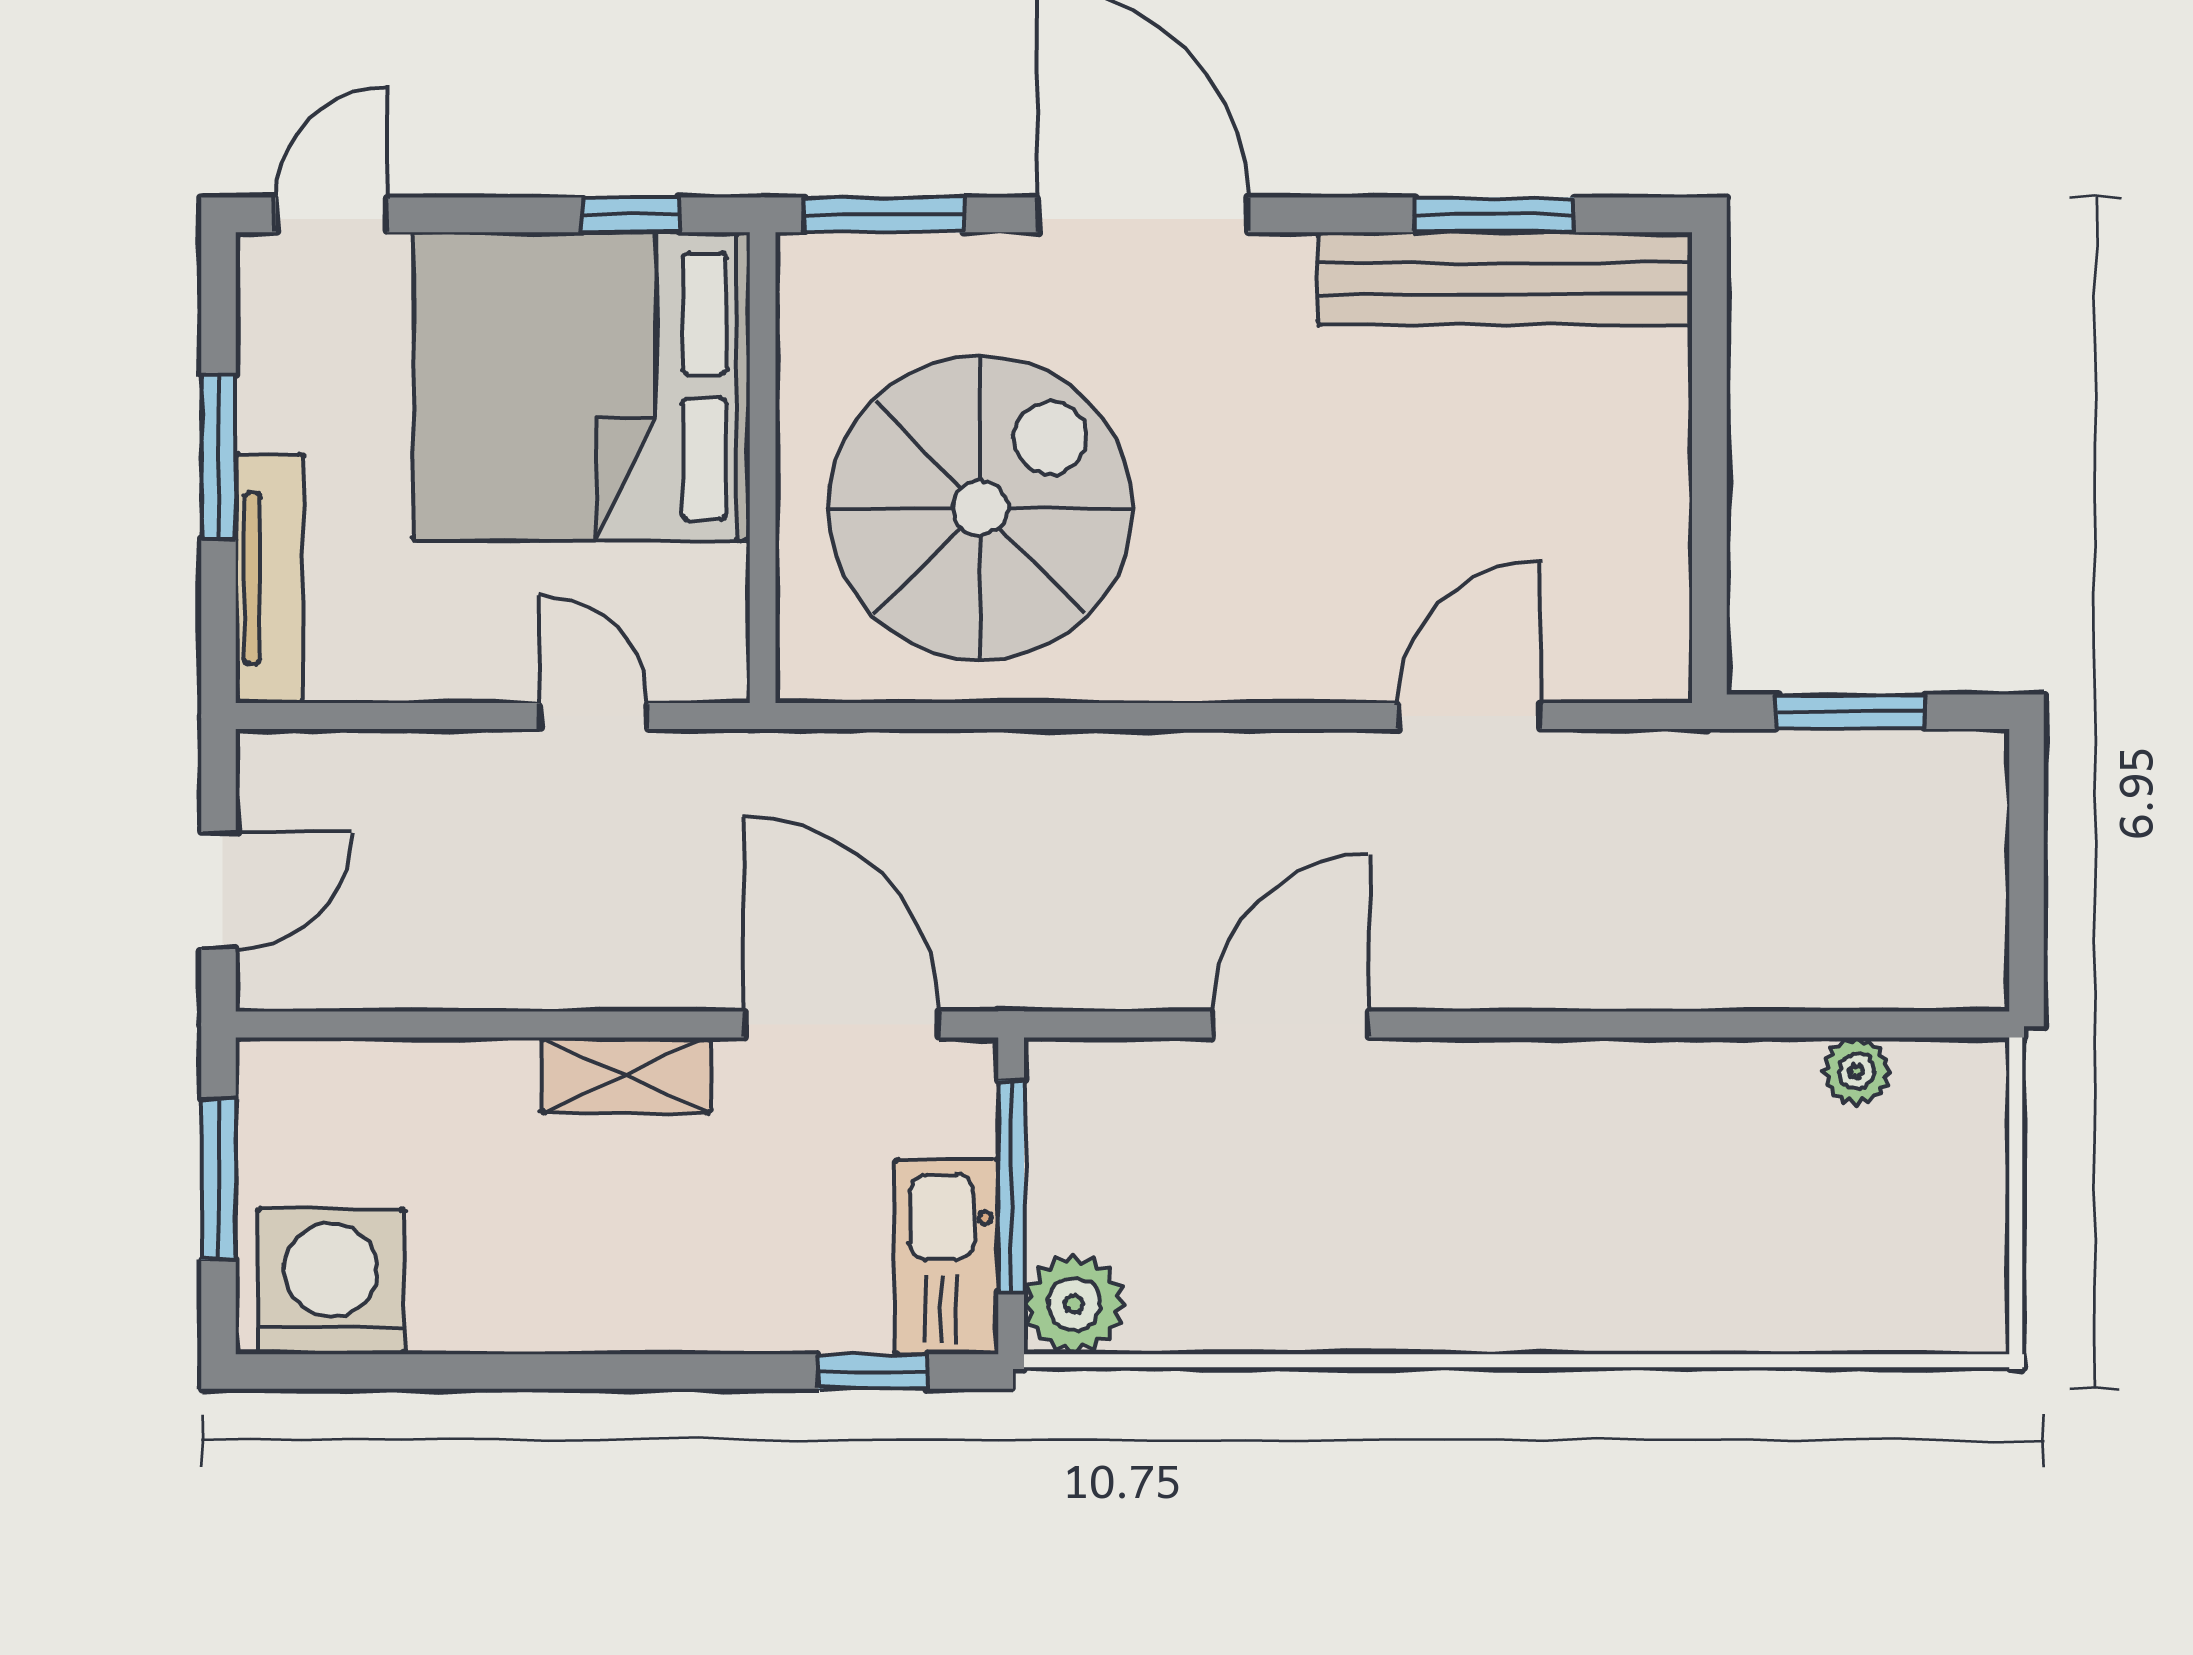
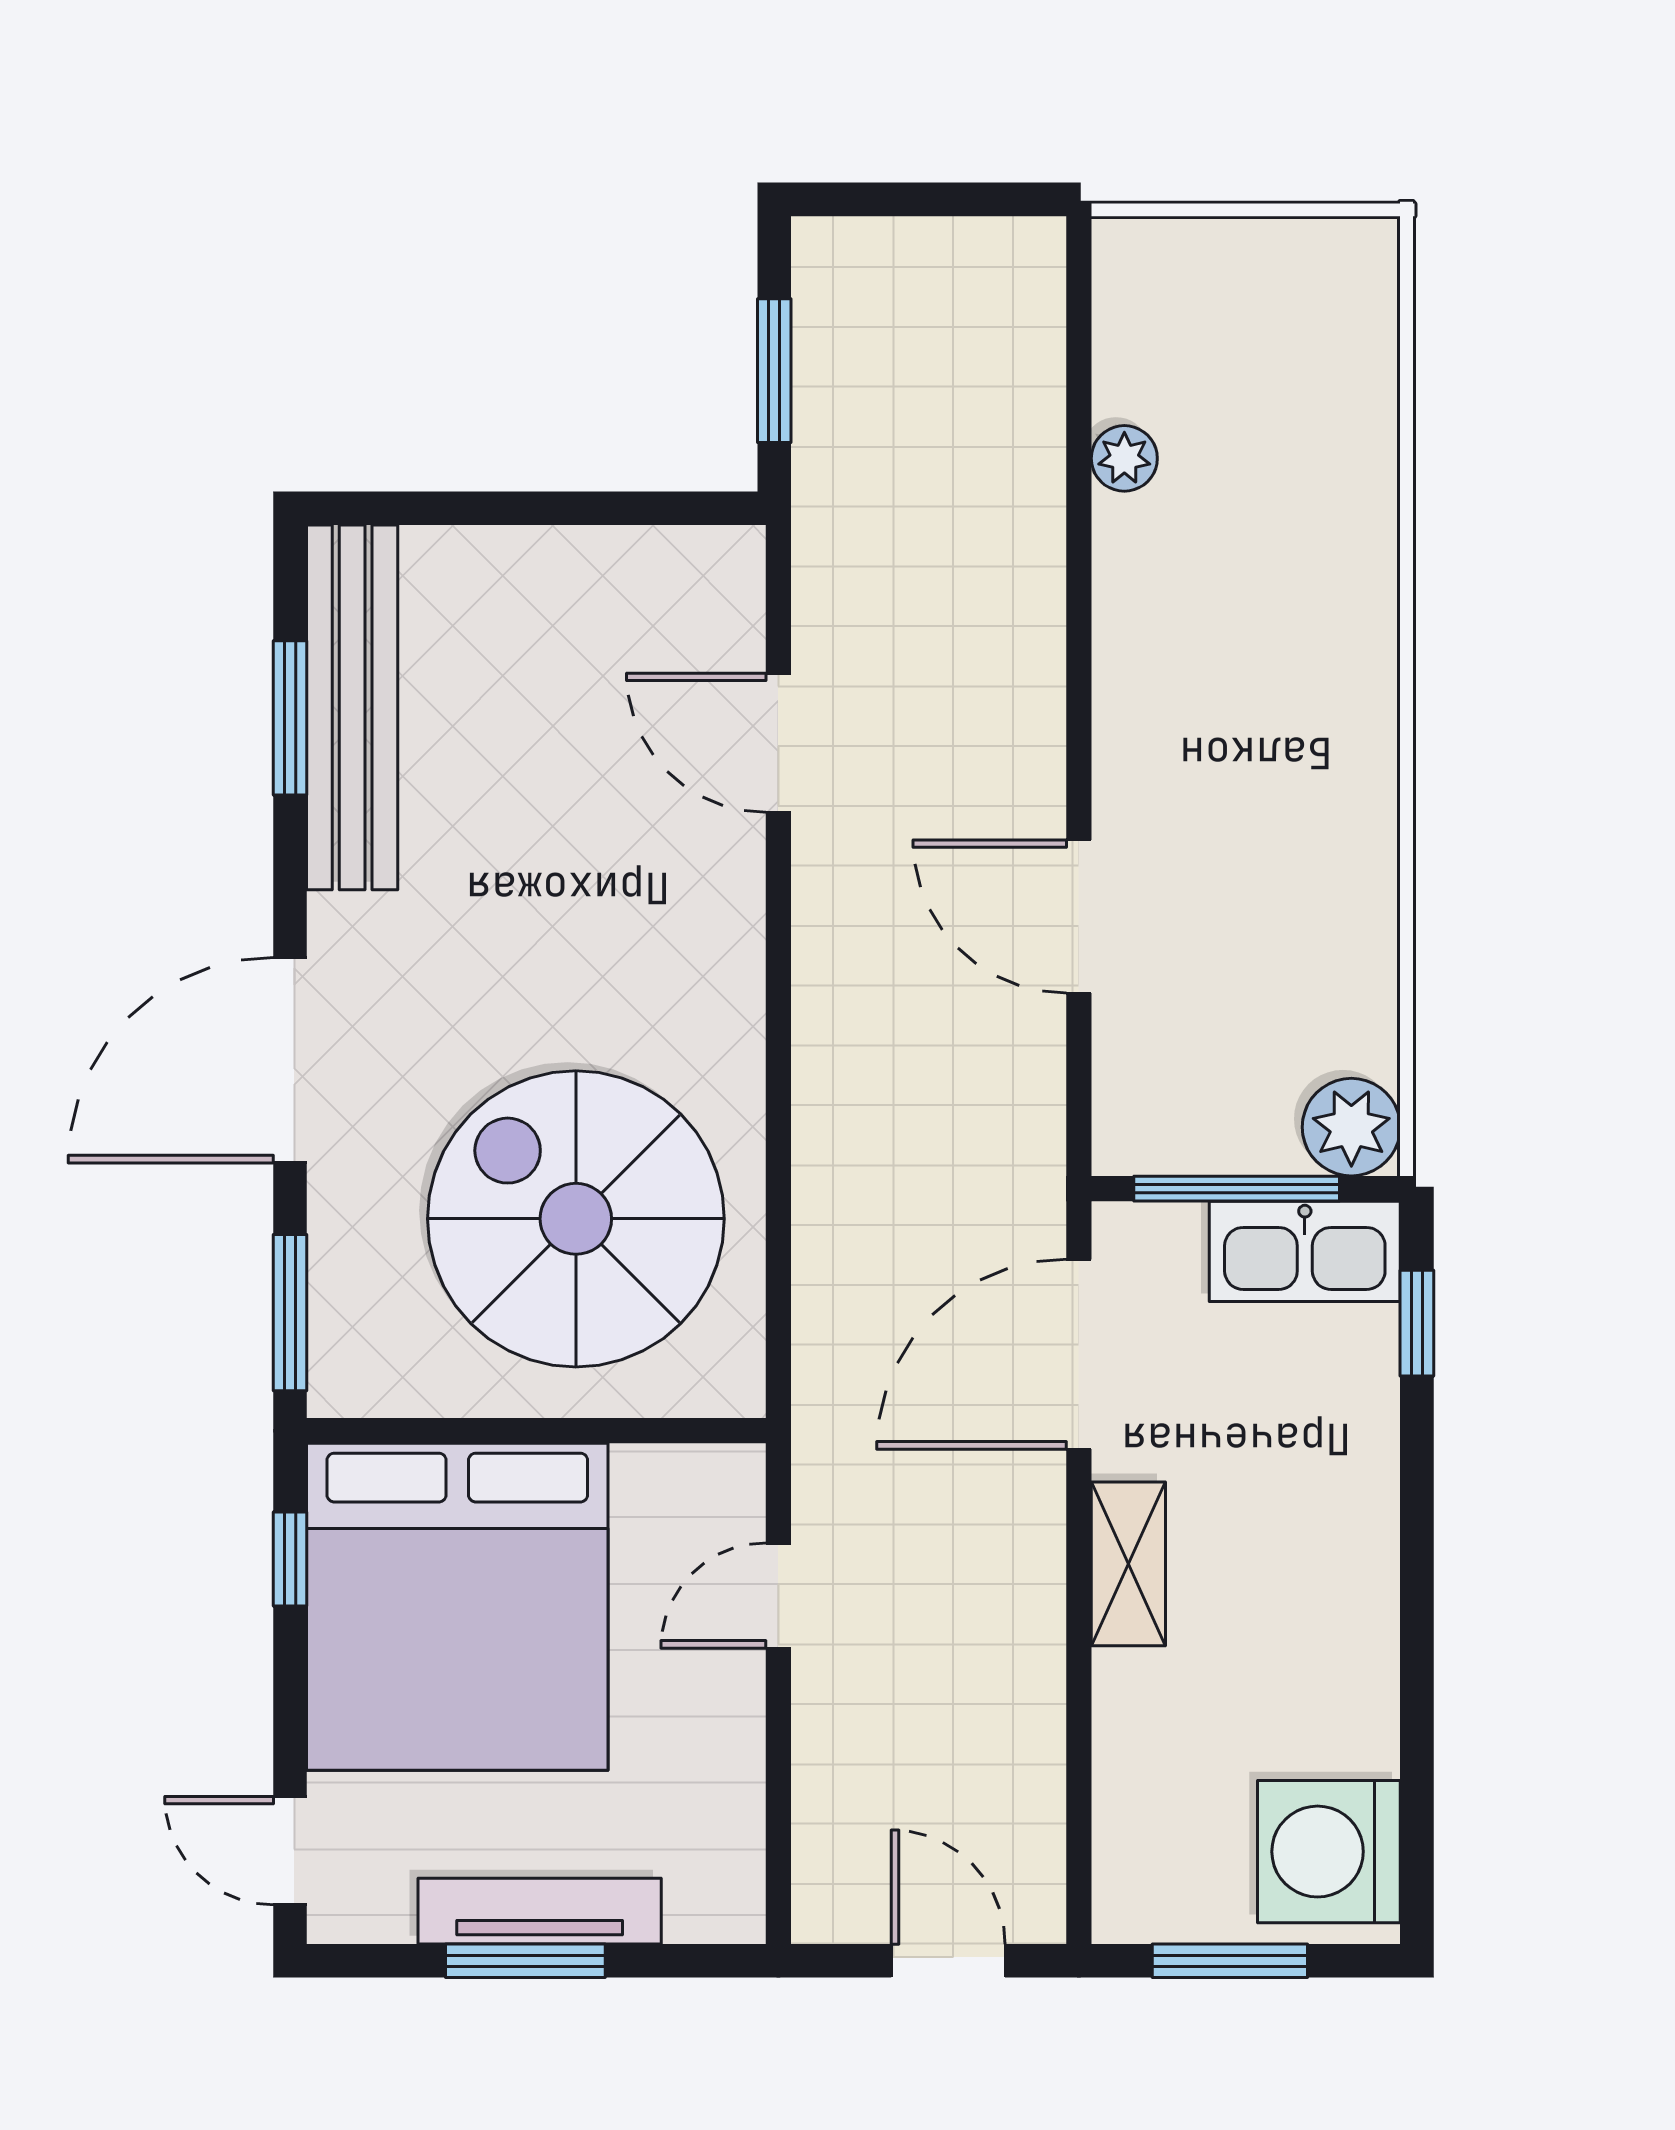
tv unit: (270, 578) -> (540, 1911), moved
plant: (1857, 1071) -> (1124, 458), moved

